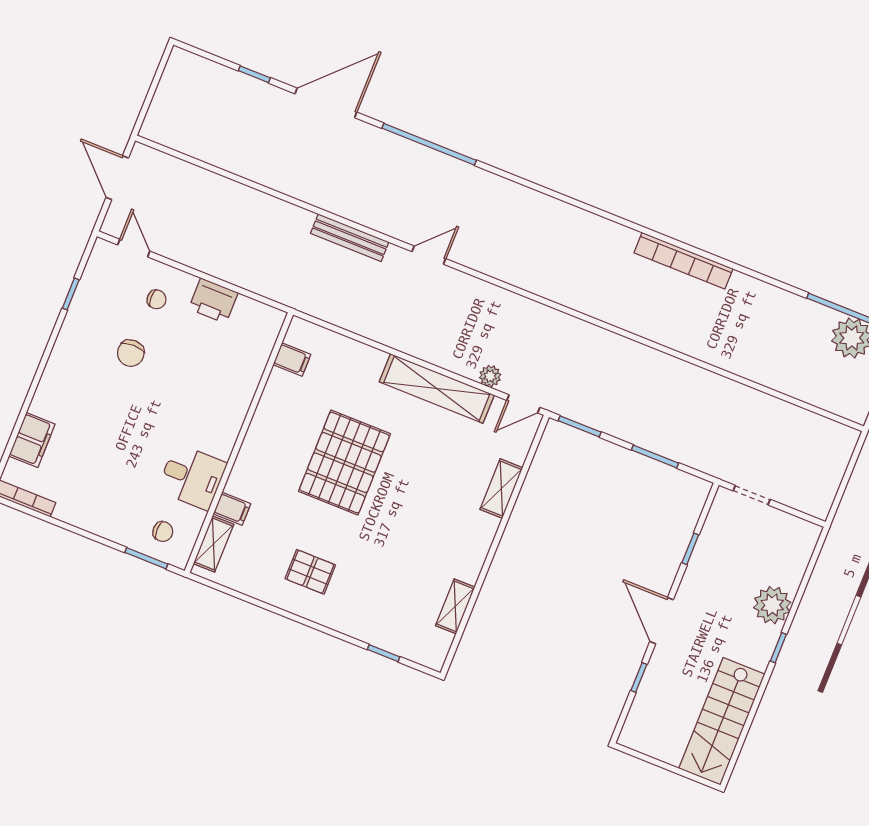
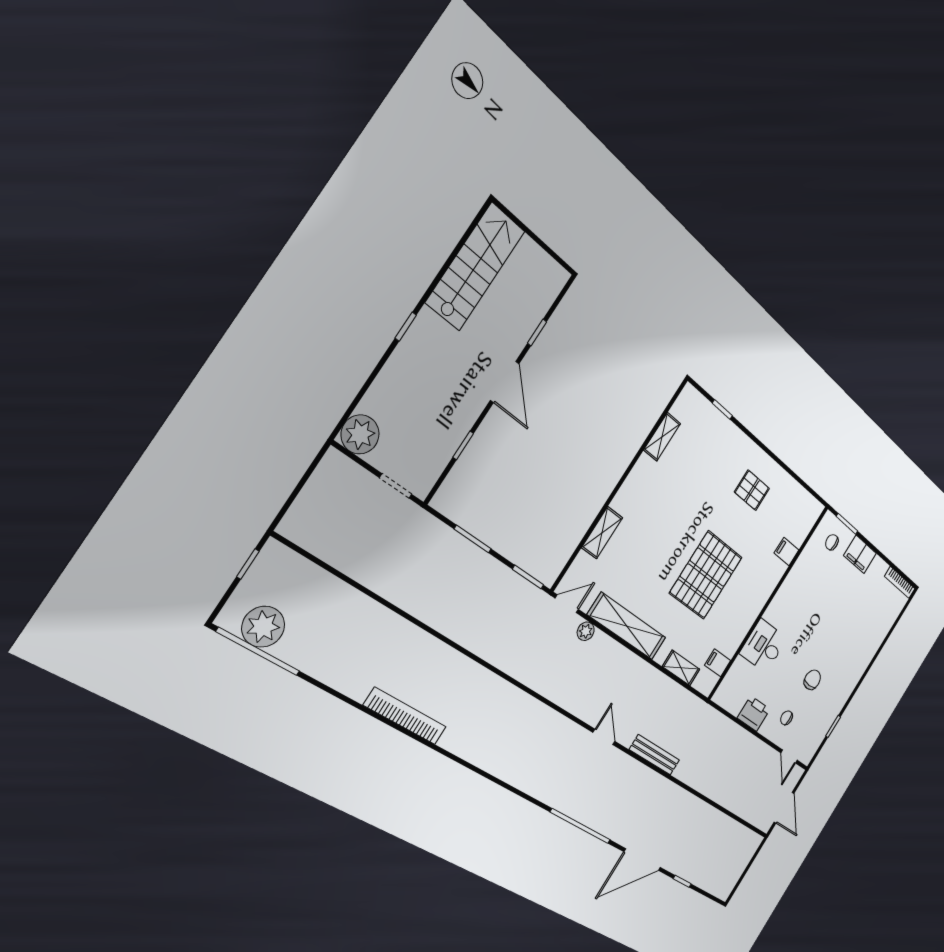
door: (429, 255) -> (604, 737), swing flipped
filing cabinet: (32, 440) -> (860, 554), moved, turned -90
desk: (192, 477) -> (763, 646), moved
shelving: (214, 544) -> (681, 668), moved, turned 90
plant: (772, 605) -> (360, 434), moved

